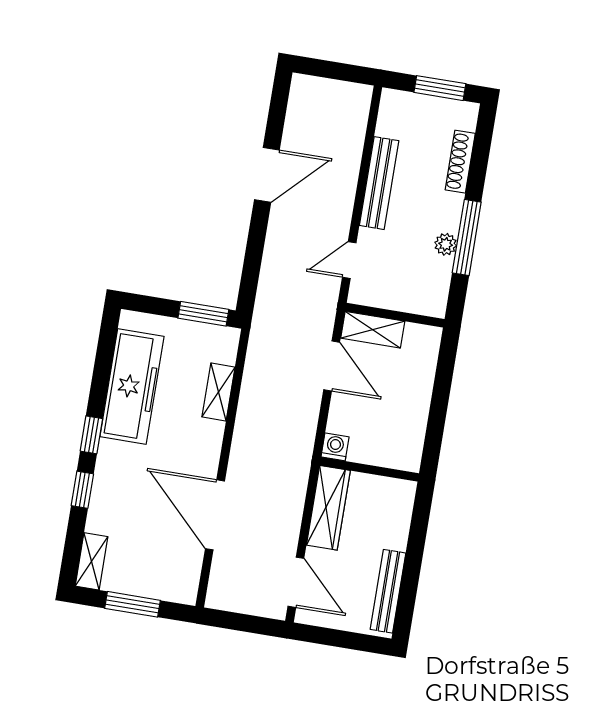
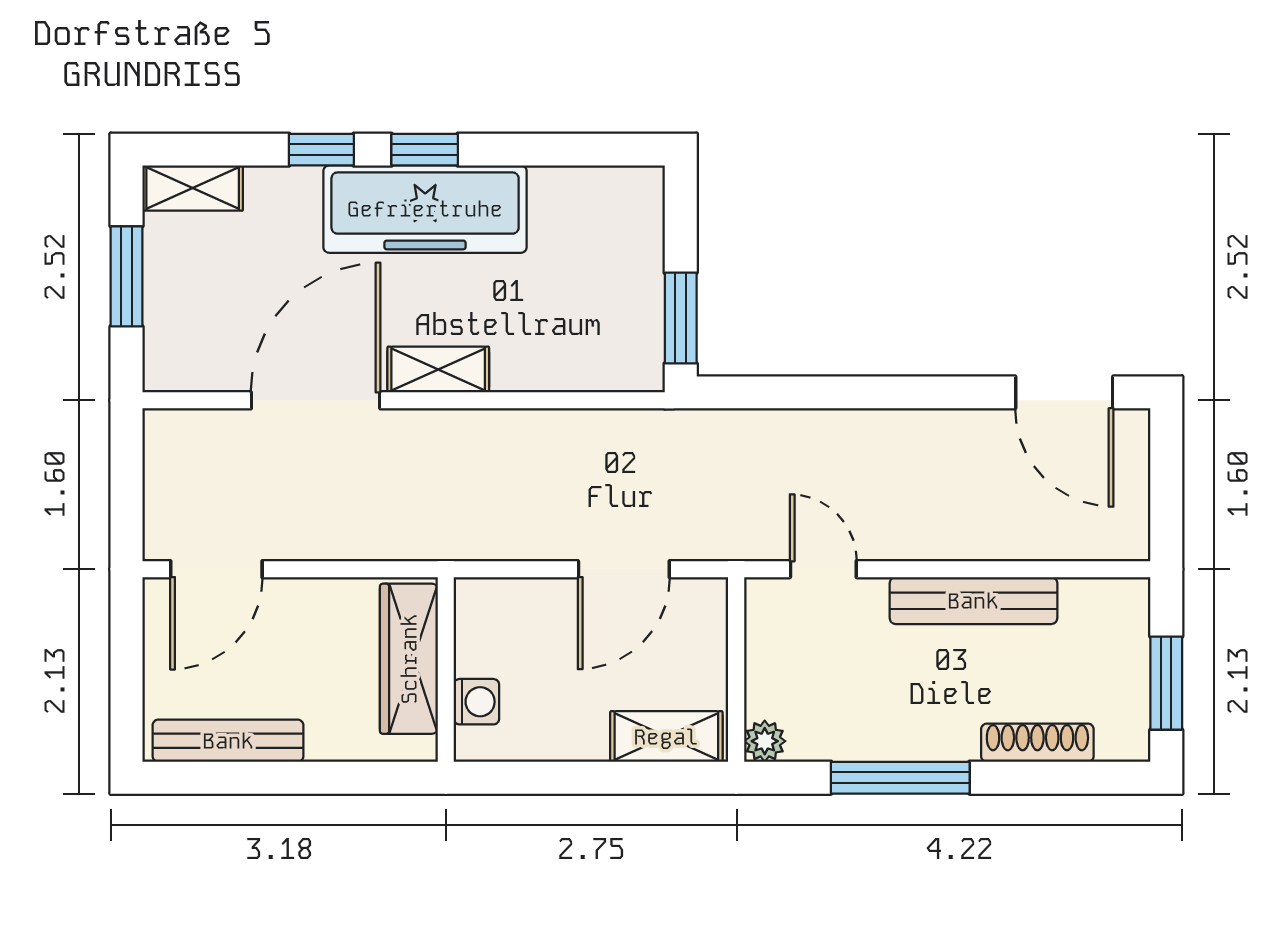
door: (267, 175) -> (1064, 392), moved
plant: (446, 244) -> (765, 741), moved
shelving: (373, 330) -> (666, 737), moved, turned 90
freezer: (132, 386) -> (425, 209), moved
shelving: (218, 392) -> (438, 370), moved
washing machine: (335, 447) -> (476, 702), moved
wardrobe: (328, 508) -> (409, 659), moved, turned 90

